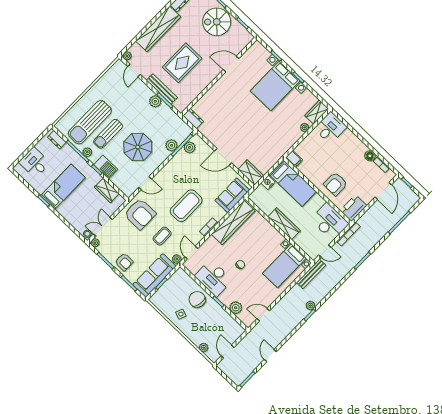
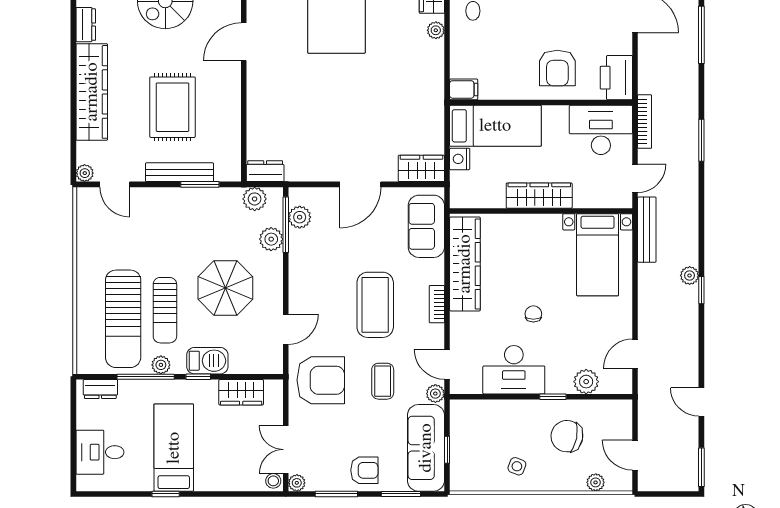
plant: (155, 101) -> (255, 199), moved
chair: (197, 299) -> (567, 436), moved

